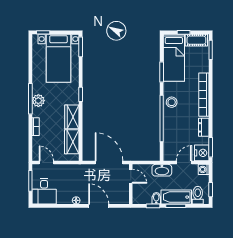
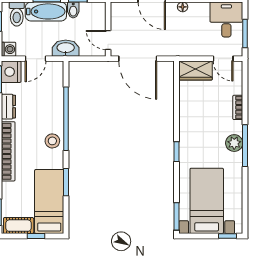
wardrobe: (72, 117) -> (188, 121), removed
wardrobe: (72, 142) -> (195, 71), moved, turned 90

